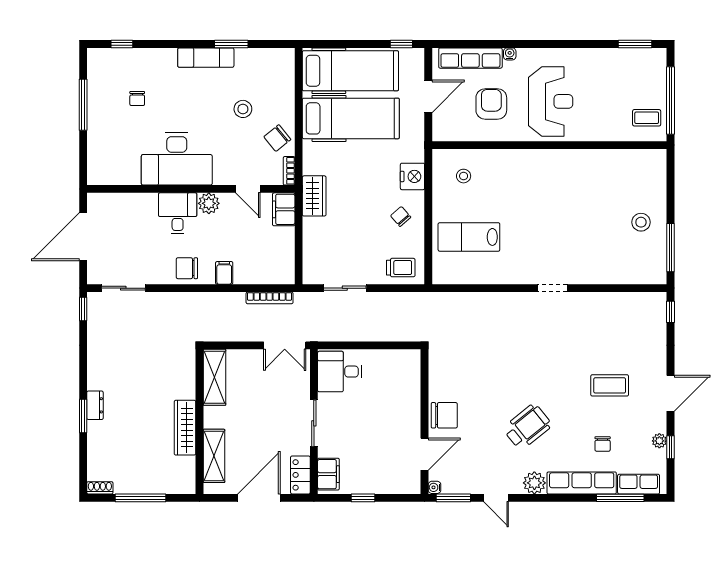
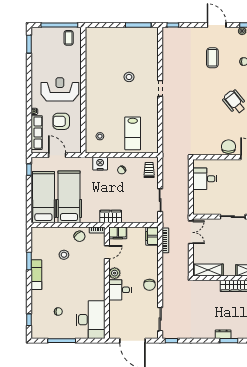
desk: (177, 159) -> (91, 320), moved
stool: (641, 222) -> (129, 77), moved
filing cabinet: (224, 273) -> (152, 236), moved, width x2.00
desk: (340, 372) -> (205, 179), moved, turned 90

